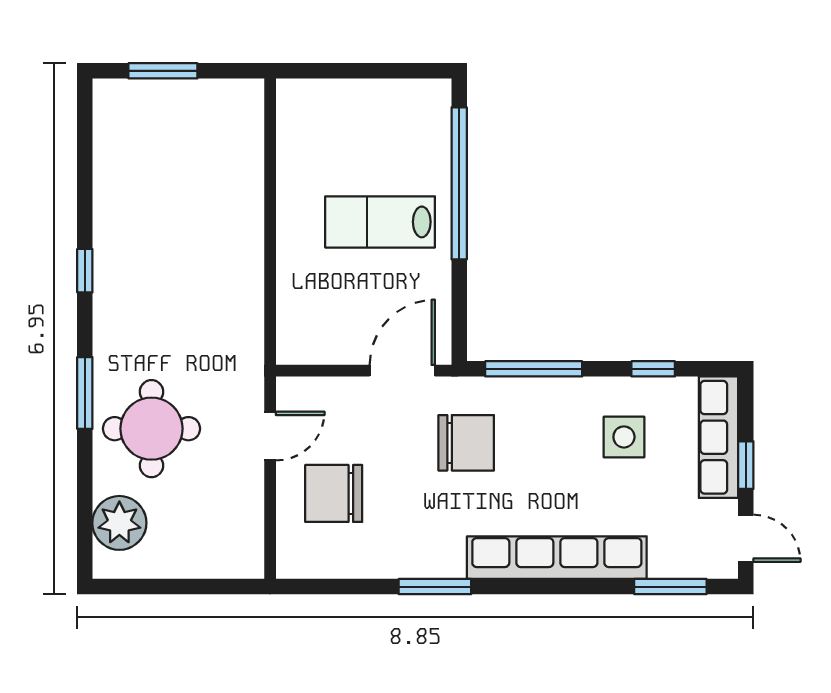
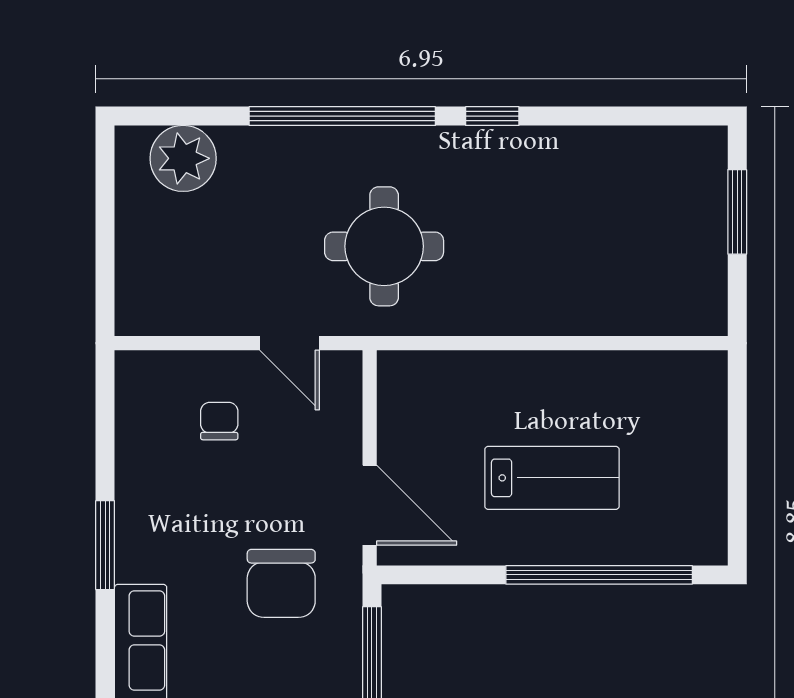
lab bench: (380, 222) -> (552, 478), turned 90
window: (85, 393) -> (342, 116), width x2.11
round table: (152, 429) -> (384, 246), moved
chair: (334, 493) -> (219, 421), width x0.54, depth x0.54

